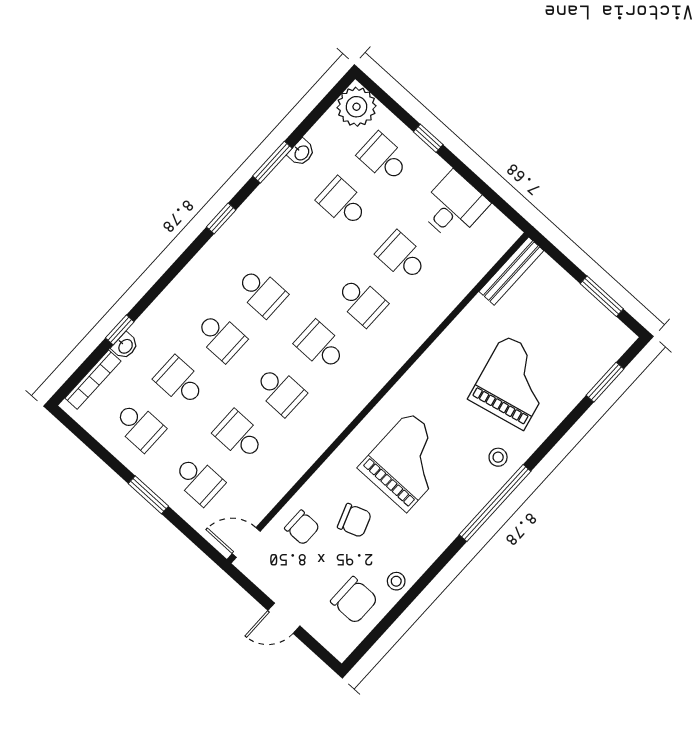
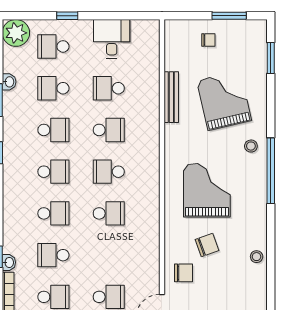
bench: (511, 271) -> (171, 97), moved
school desk: (239, 435) -> (53, 130), moved, turned 180
chair: (354, 600) -> (208, 40), moved, width x0.54, depth x0.54

